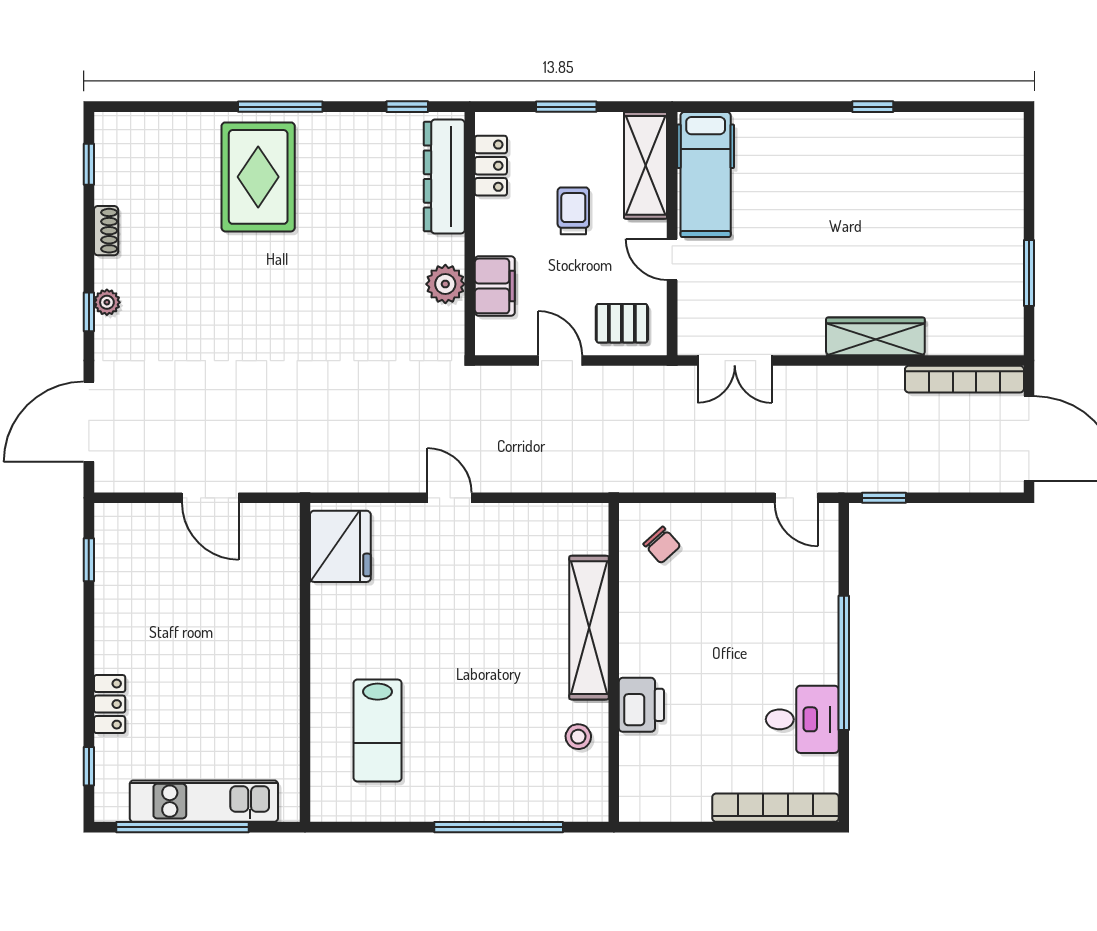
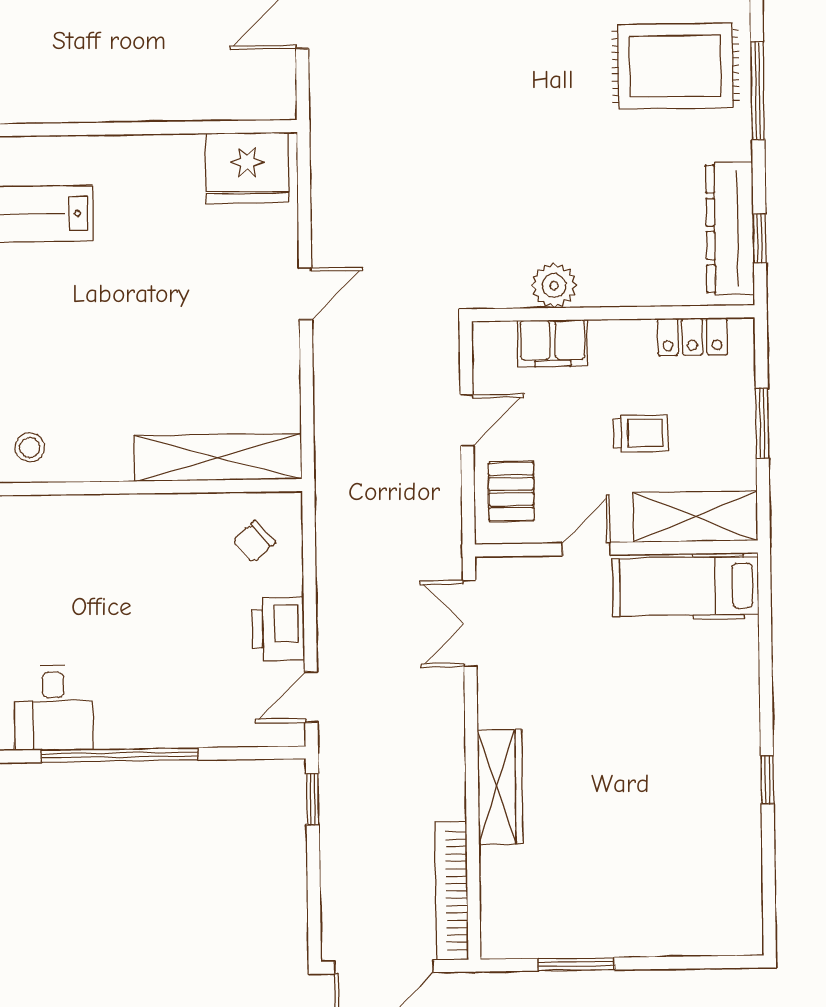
dresser: (444, 177) -> (730, 229), moved, turned -90
shelving: (589, 628) -> (218, 457), moved
printer: (641, 705) -> (278, 629), moved, turned 90

